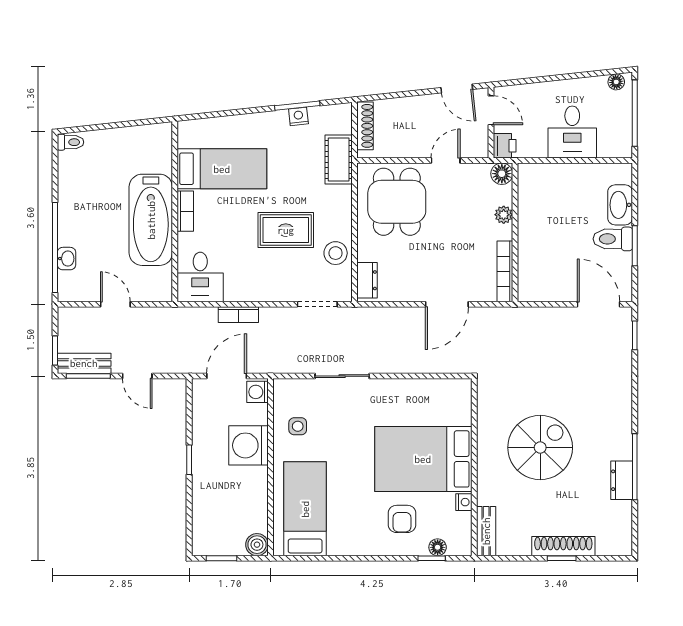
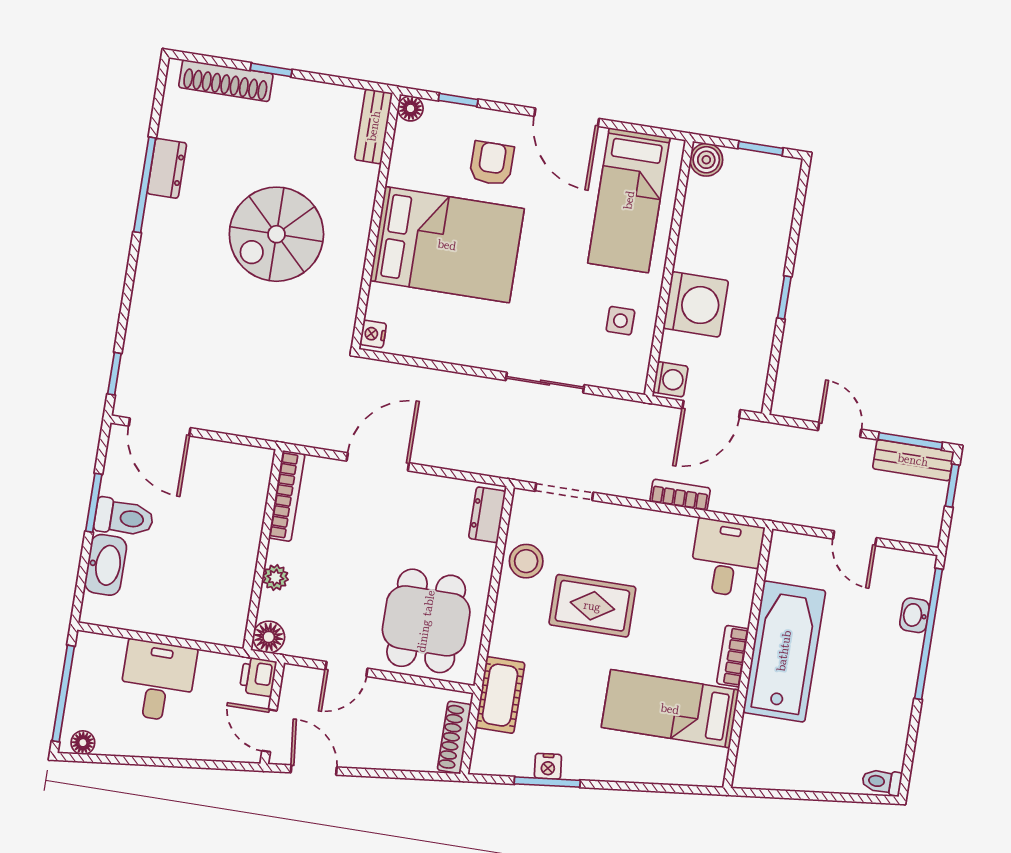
nightstand: (464, 502) -> (373, 334), moved
shoe rack: (563, 546) -> (226, 81), moved
floor lamp: (438, 547) -> (411, 108), moved
door: (356, 558) -> (567, 117), added

